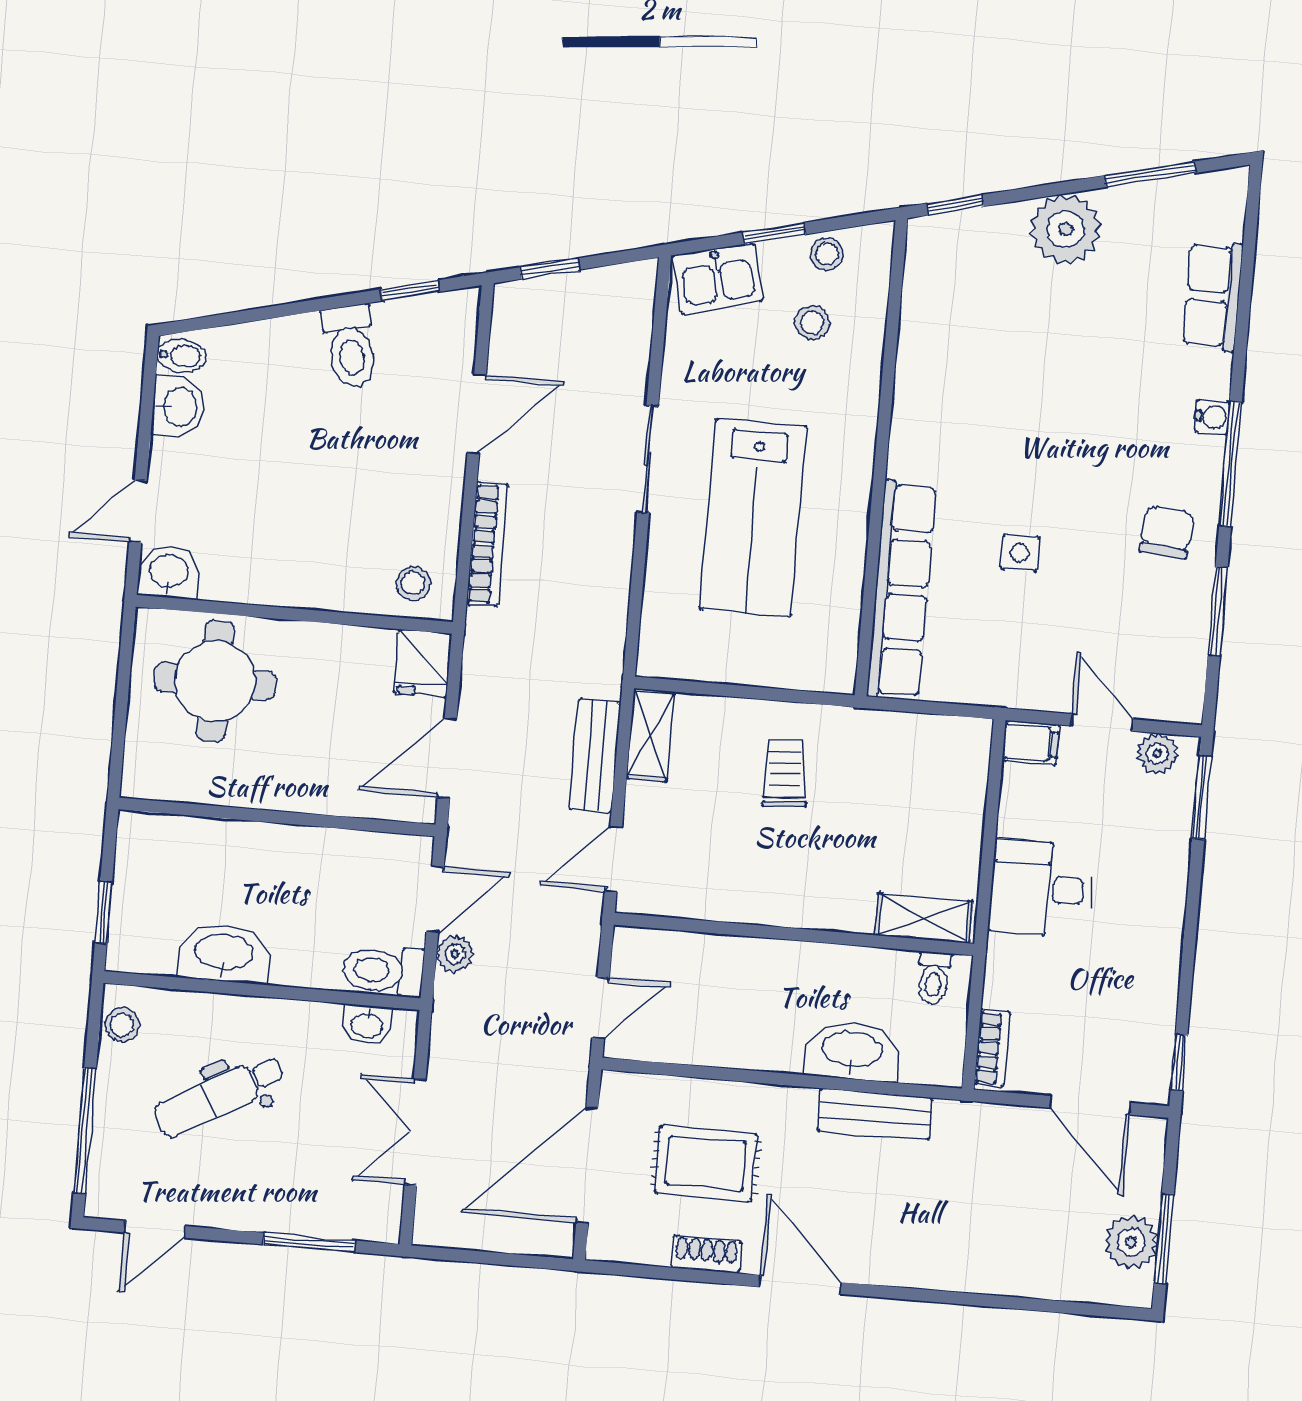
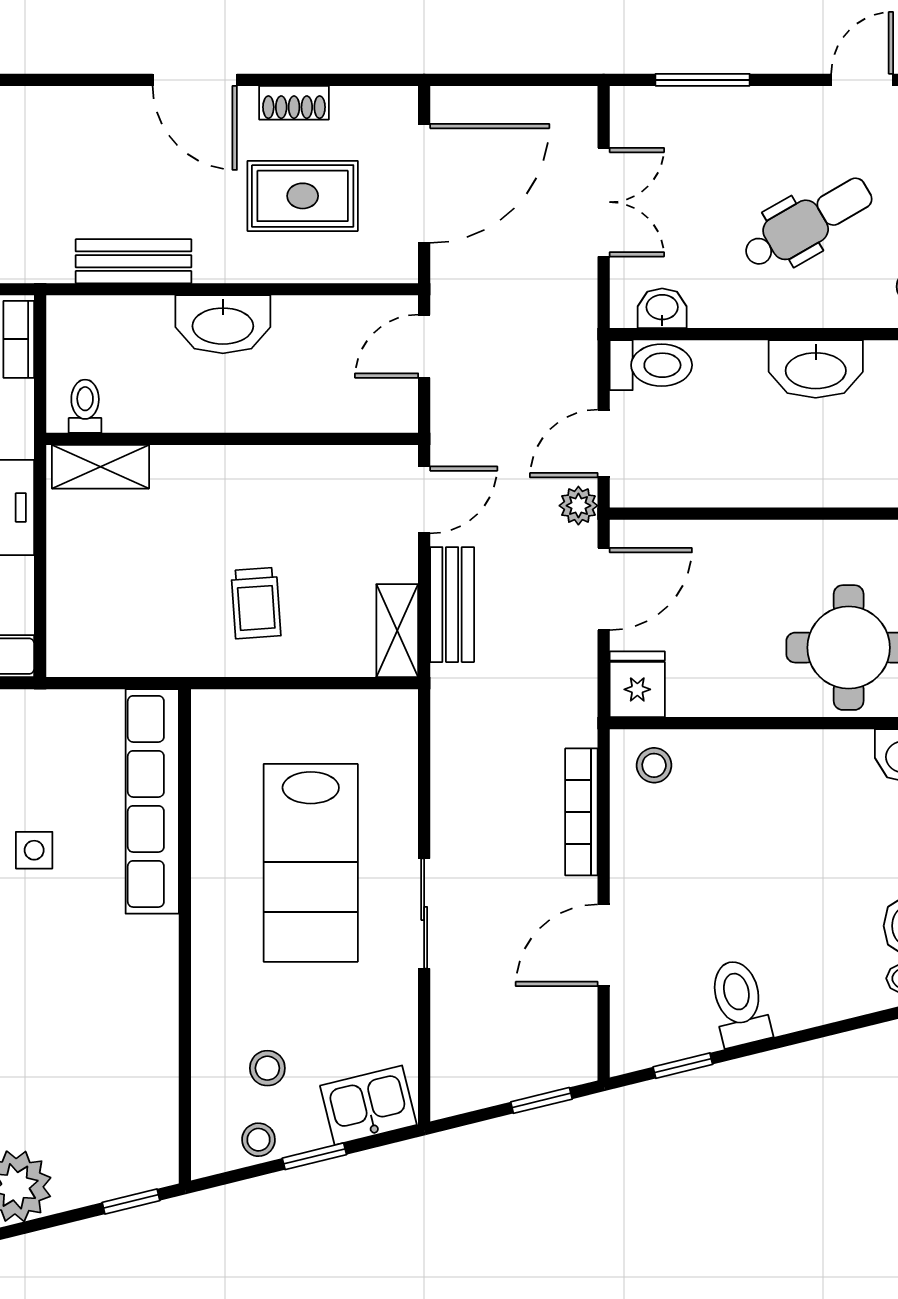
lab bench: (753, 518) -> (311, 863), turned 180
plant: (455, 954) -> (578, 506), moved
washbasin: (852, 1051) -> (223, 324), moved

